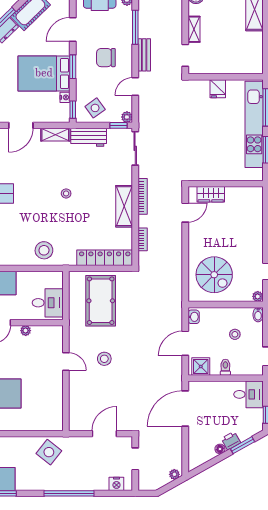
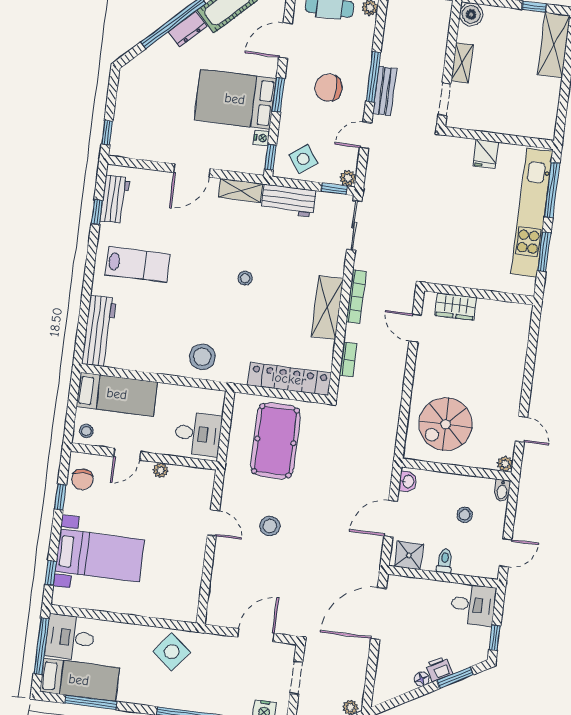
window: (135, 27) -> (373, 77), moved
door: (185, 213) -> (415, 328), swing flipped
spiral stairs: (214, 275) -> (446, 424), turned 90

